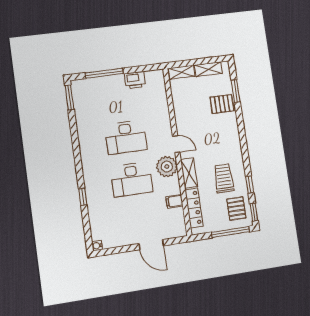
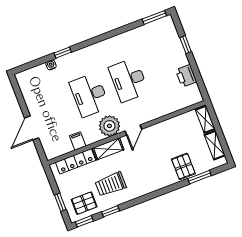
window: (104, 73) -> (186, 45), width x0.46
trolley: (224, 178) -> (111, 184), turned 180
window: (230, 232) -> (60, 202), width x0.46
water cooler: (97, 246) -> (51, 65), moved

